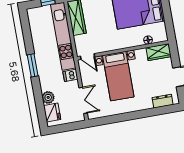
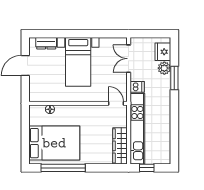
wardrobe: (158, 52) -> (41, 95), removed
window: (33, 65) -> (174, 78), moved
bed with nightstands: (118, 76) -> (78, 62), moved, turned 180

